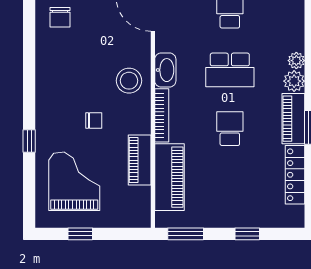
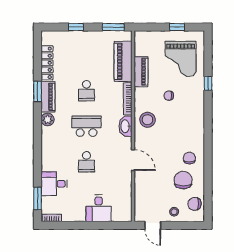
plant: (296, 61) -> (46, 132), removed

